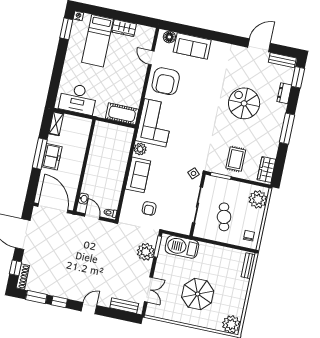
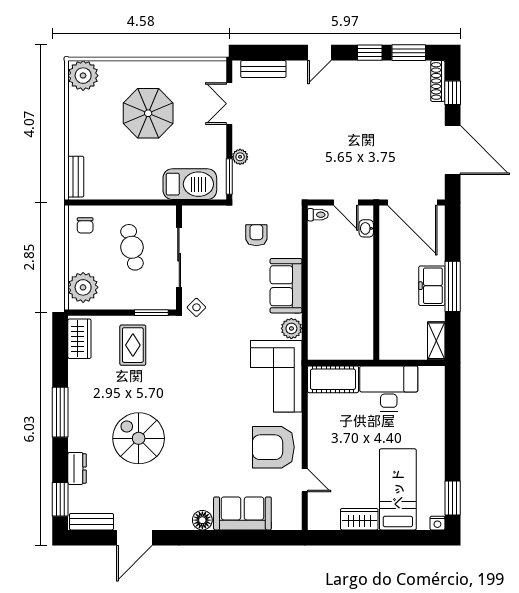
floor lamp: (169, 37) -> (202, 520), moved
armchair: (166, 81) -> (273, 447), turned -90
desk: (78, 99) -> (389, 388), moved
spiral stairs: (244, 103) -> (139, 438), turned 180
plant: (146, 252) -> (240, 157), width x0.53, depth x0.53

